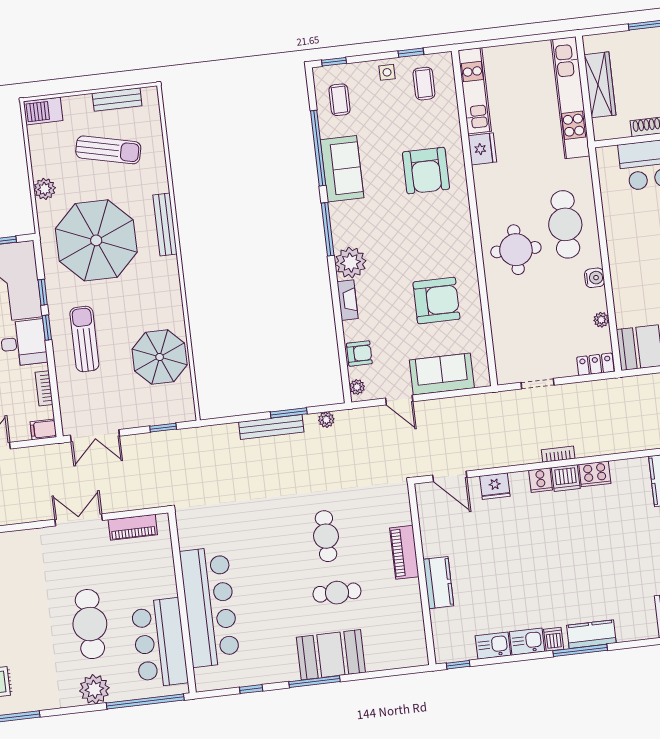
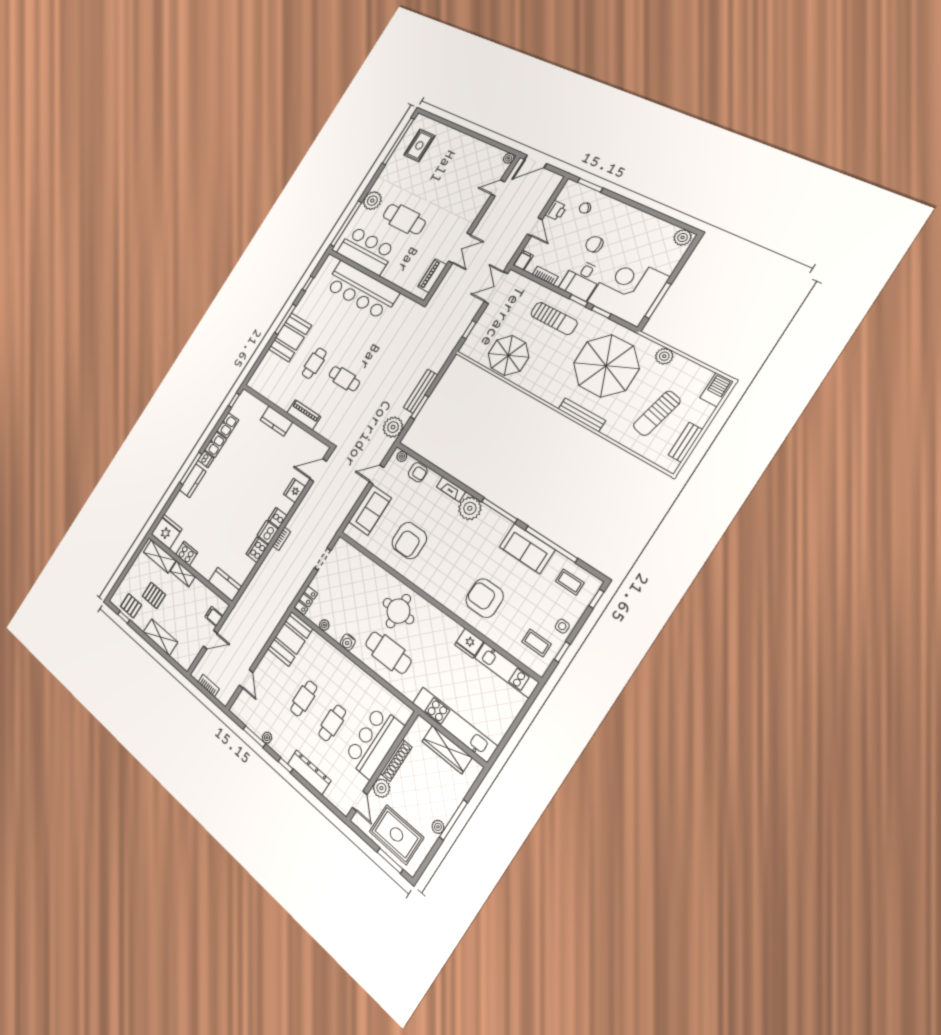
armchair: (359, 353) -> (418, 472), turned -90
plant: (326, 420) -> (393, 427), width x1.88, depth x1.88

